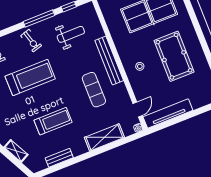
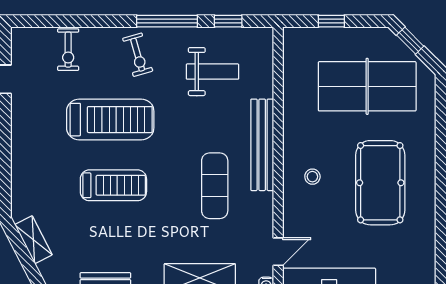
treadmill: (53, 121) -> (113, 185), moved

